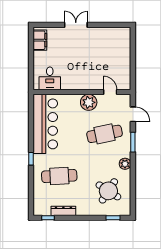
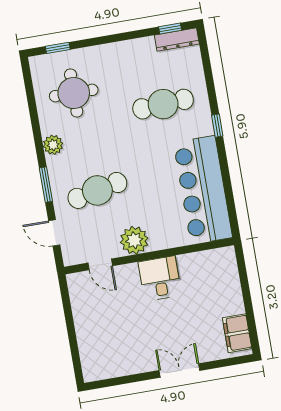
double door: (76, 25) -> (179, 370), swing flipped
desk: (50, 78) -> (160, 278), moved
round table: (108, 191) -> (74, 93), turned -33
dresser: (63, 211) -> (177, 40), moved

